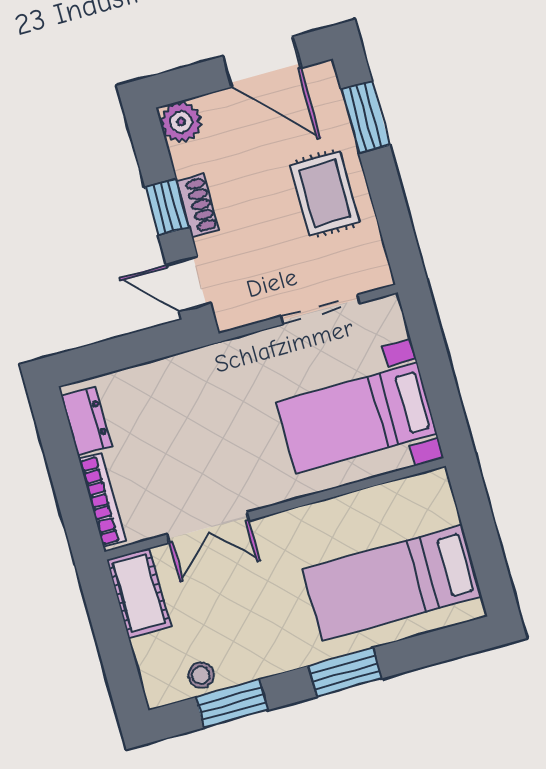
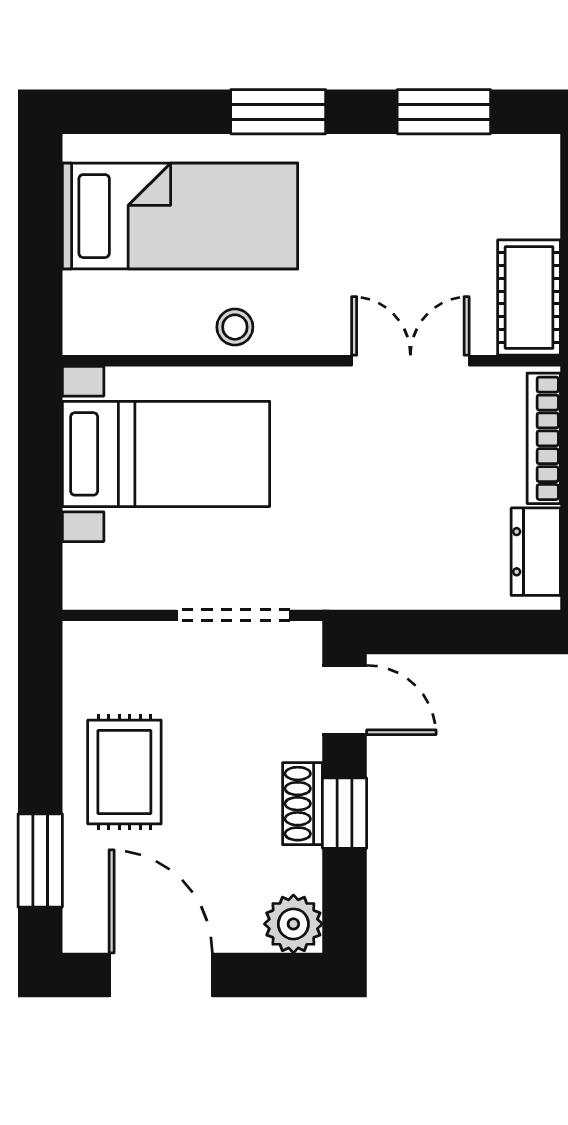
doorway: (320, 310) -> (233, 615), moved
stool: (201, 675) -> (235, 327), moved

